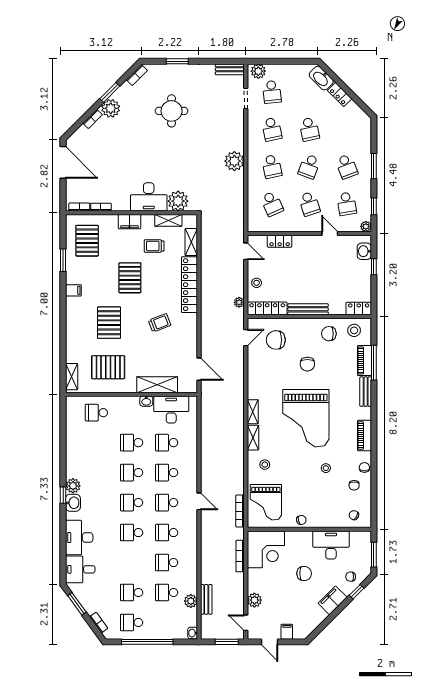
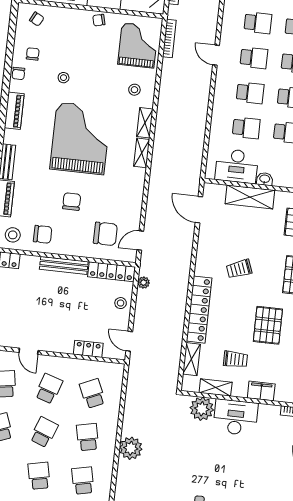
school desk: (309, 204) -> (49, 389), turned 36

